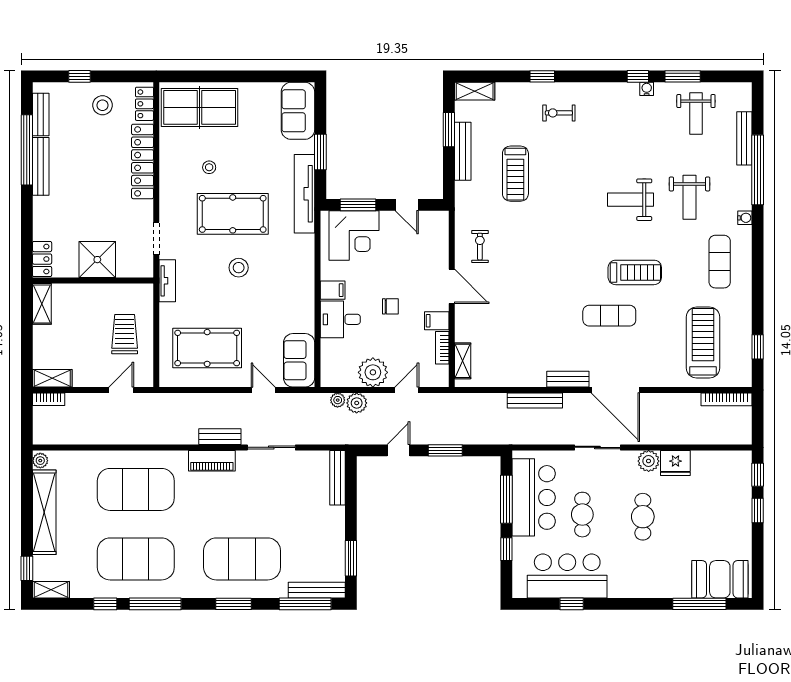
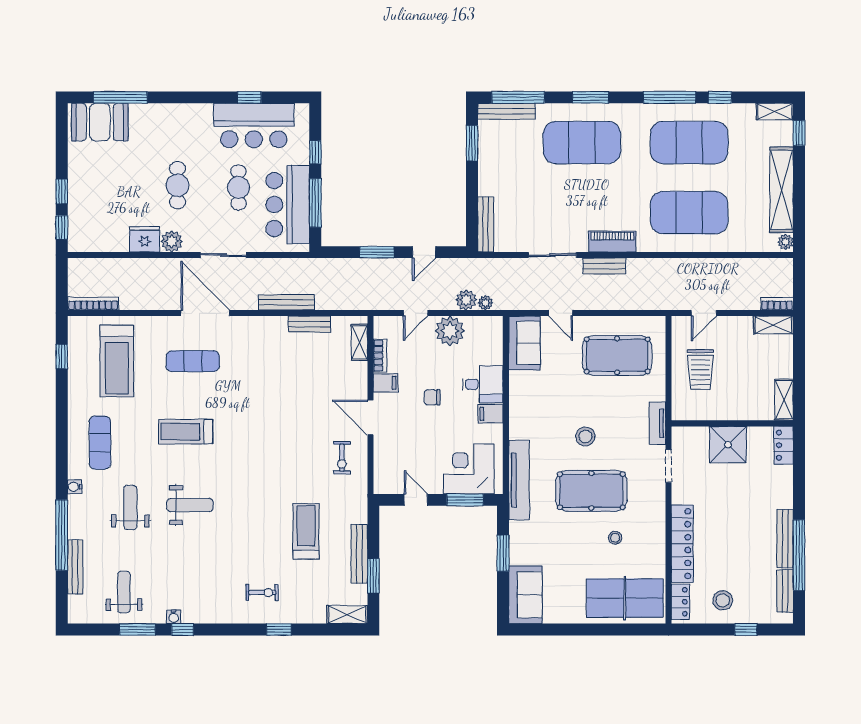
tv unit: (304, 194) -> (519, 480), moved
exercise mat: (609, 316) -> (193, 361), moved
bench: (568, 379) -> (309, 324), moved

